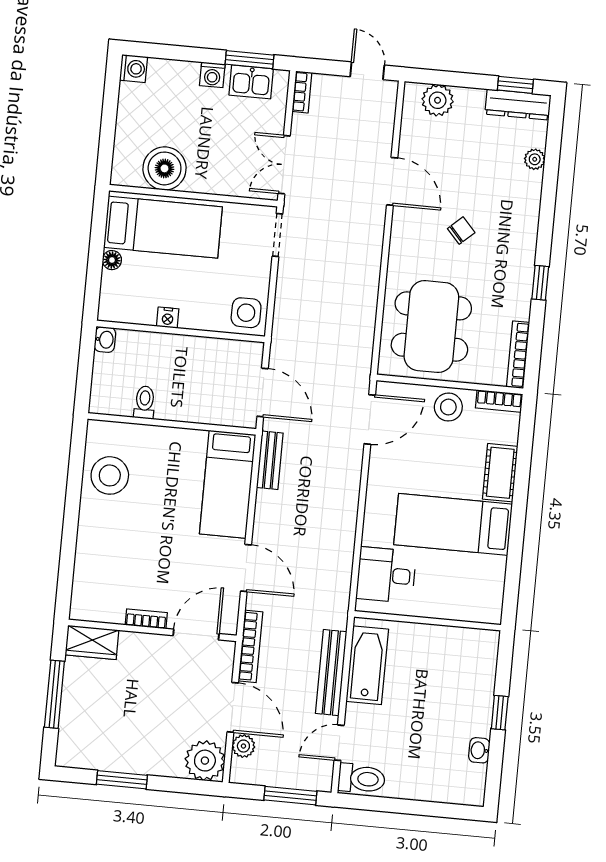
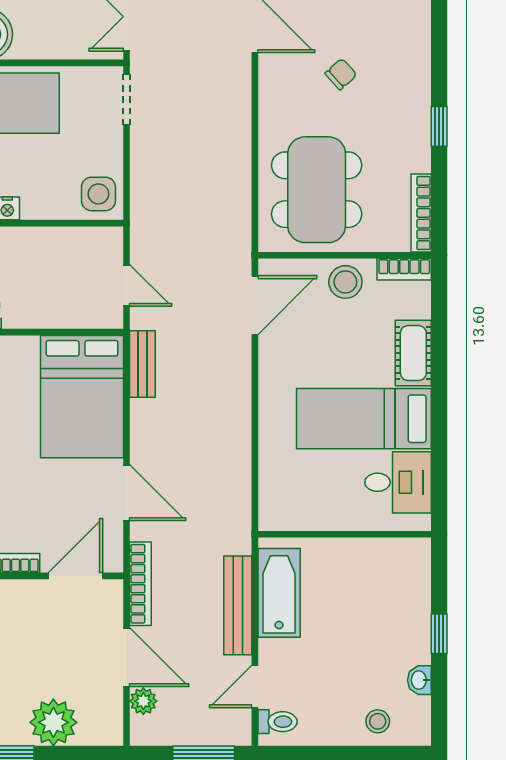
door: (263, 392) -> (127, 285), width x0.73
bed: (228, 484) -> (82, 397), width x1.50
desk: (386, 575) -> (398, 482), moved, turned 180
plant: (205, 761) -> (53, 722), moved
toilet: (362, 779) -> (278, 722), width x0.73, depth x0.72
stool: (441, 782) -> (378, 721), added

